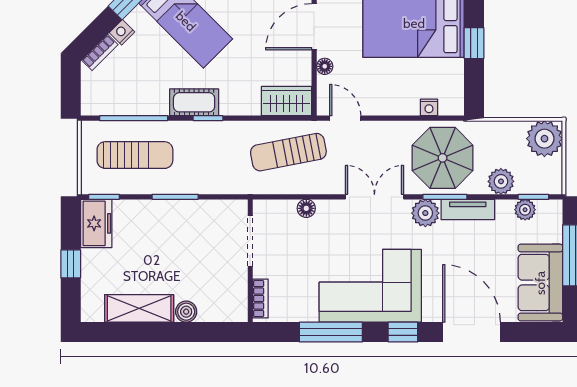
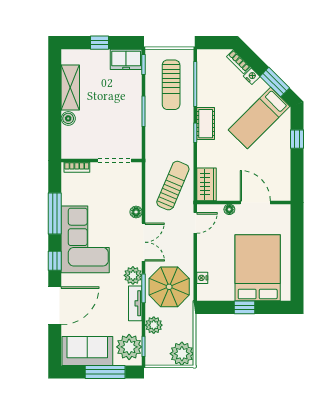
sun lounger: (288, 152) -> (173, 186), turned 34
floor lamp: (306, 208) -> (136, 212), moved
plant: (525, 210) -> (129, 347), width x1.88, depth x1.88

